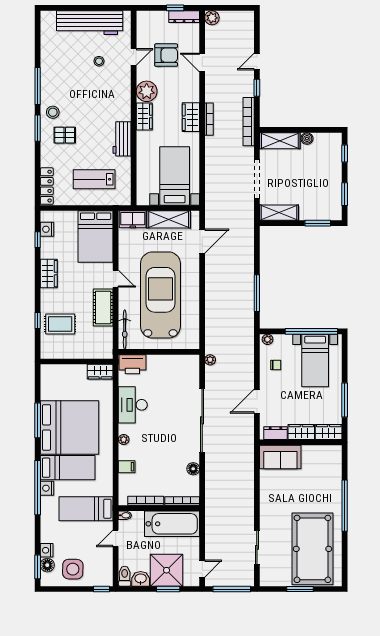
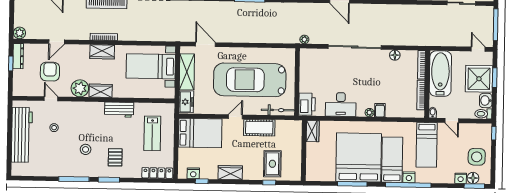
stool: (53, 112) -> (86, 149), moved
filing cabinet: (127, 467) -> (380, 110), moved

